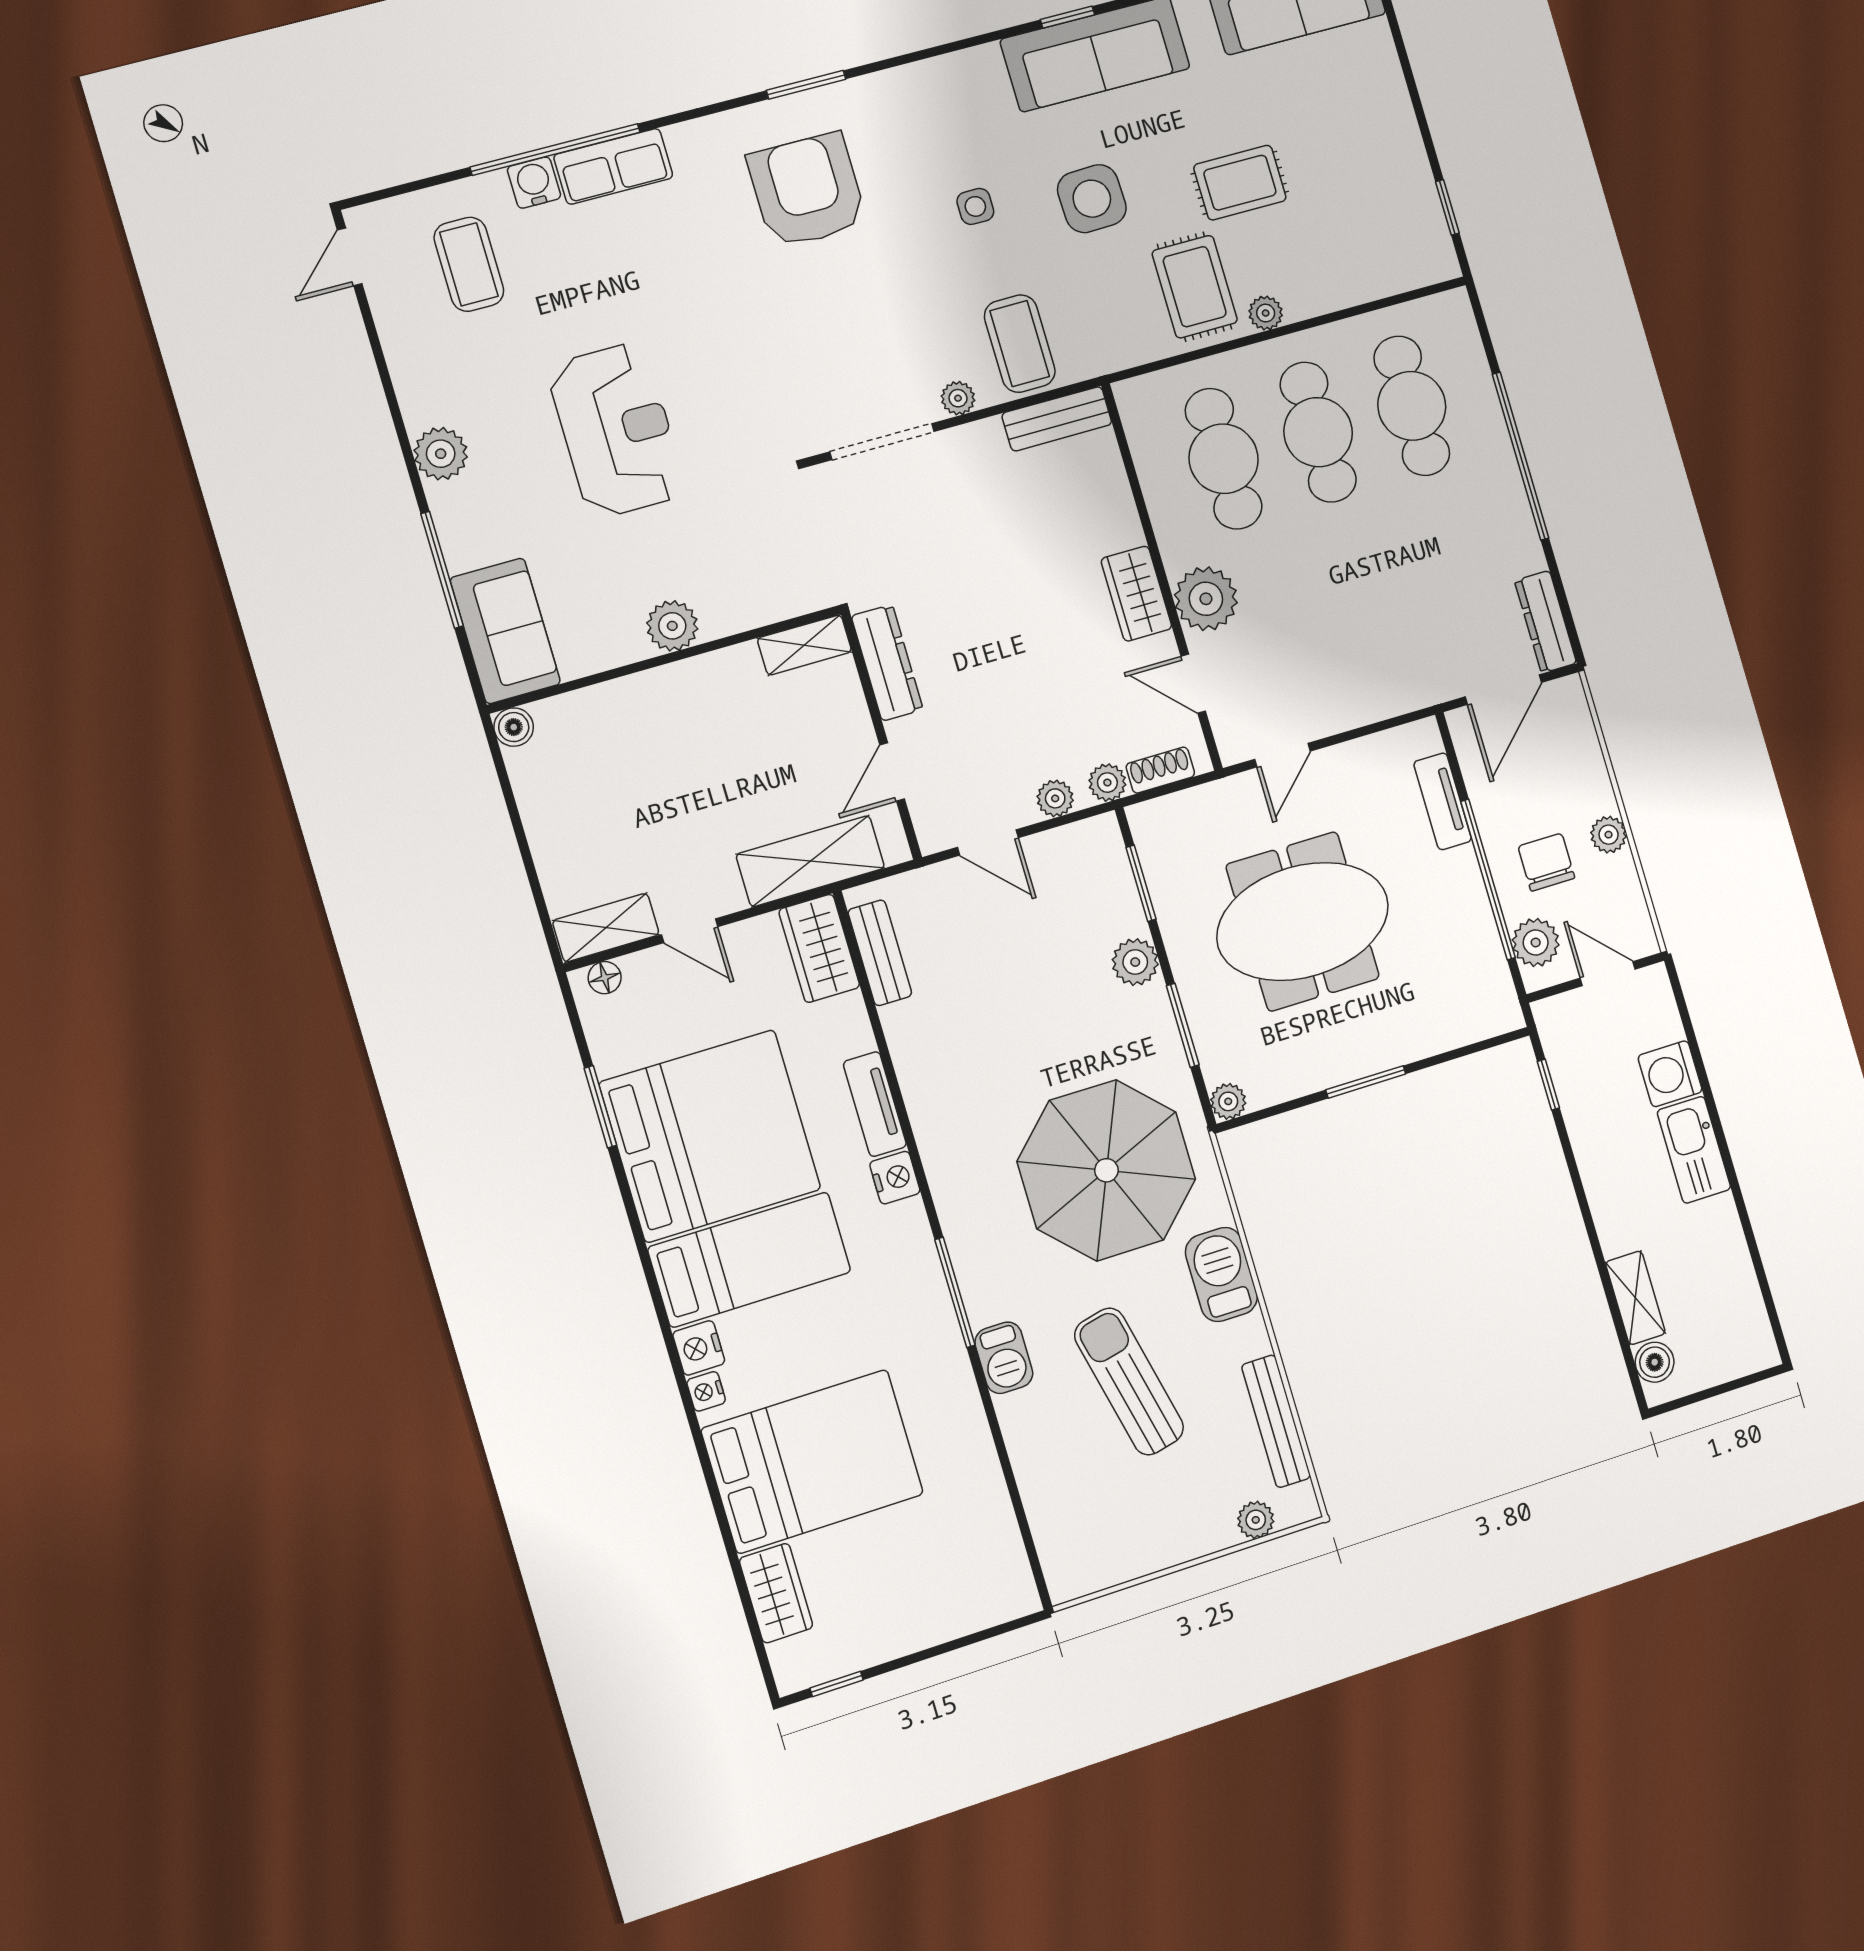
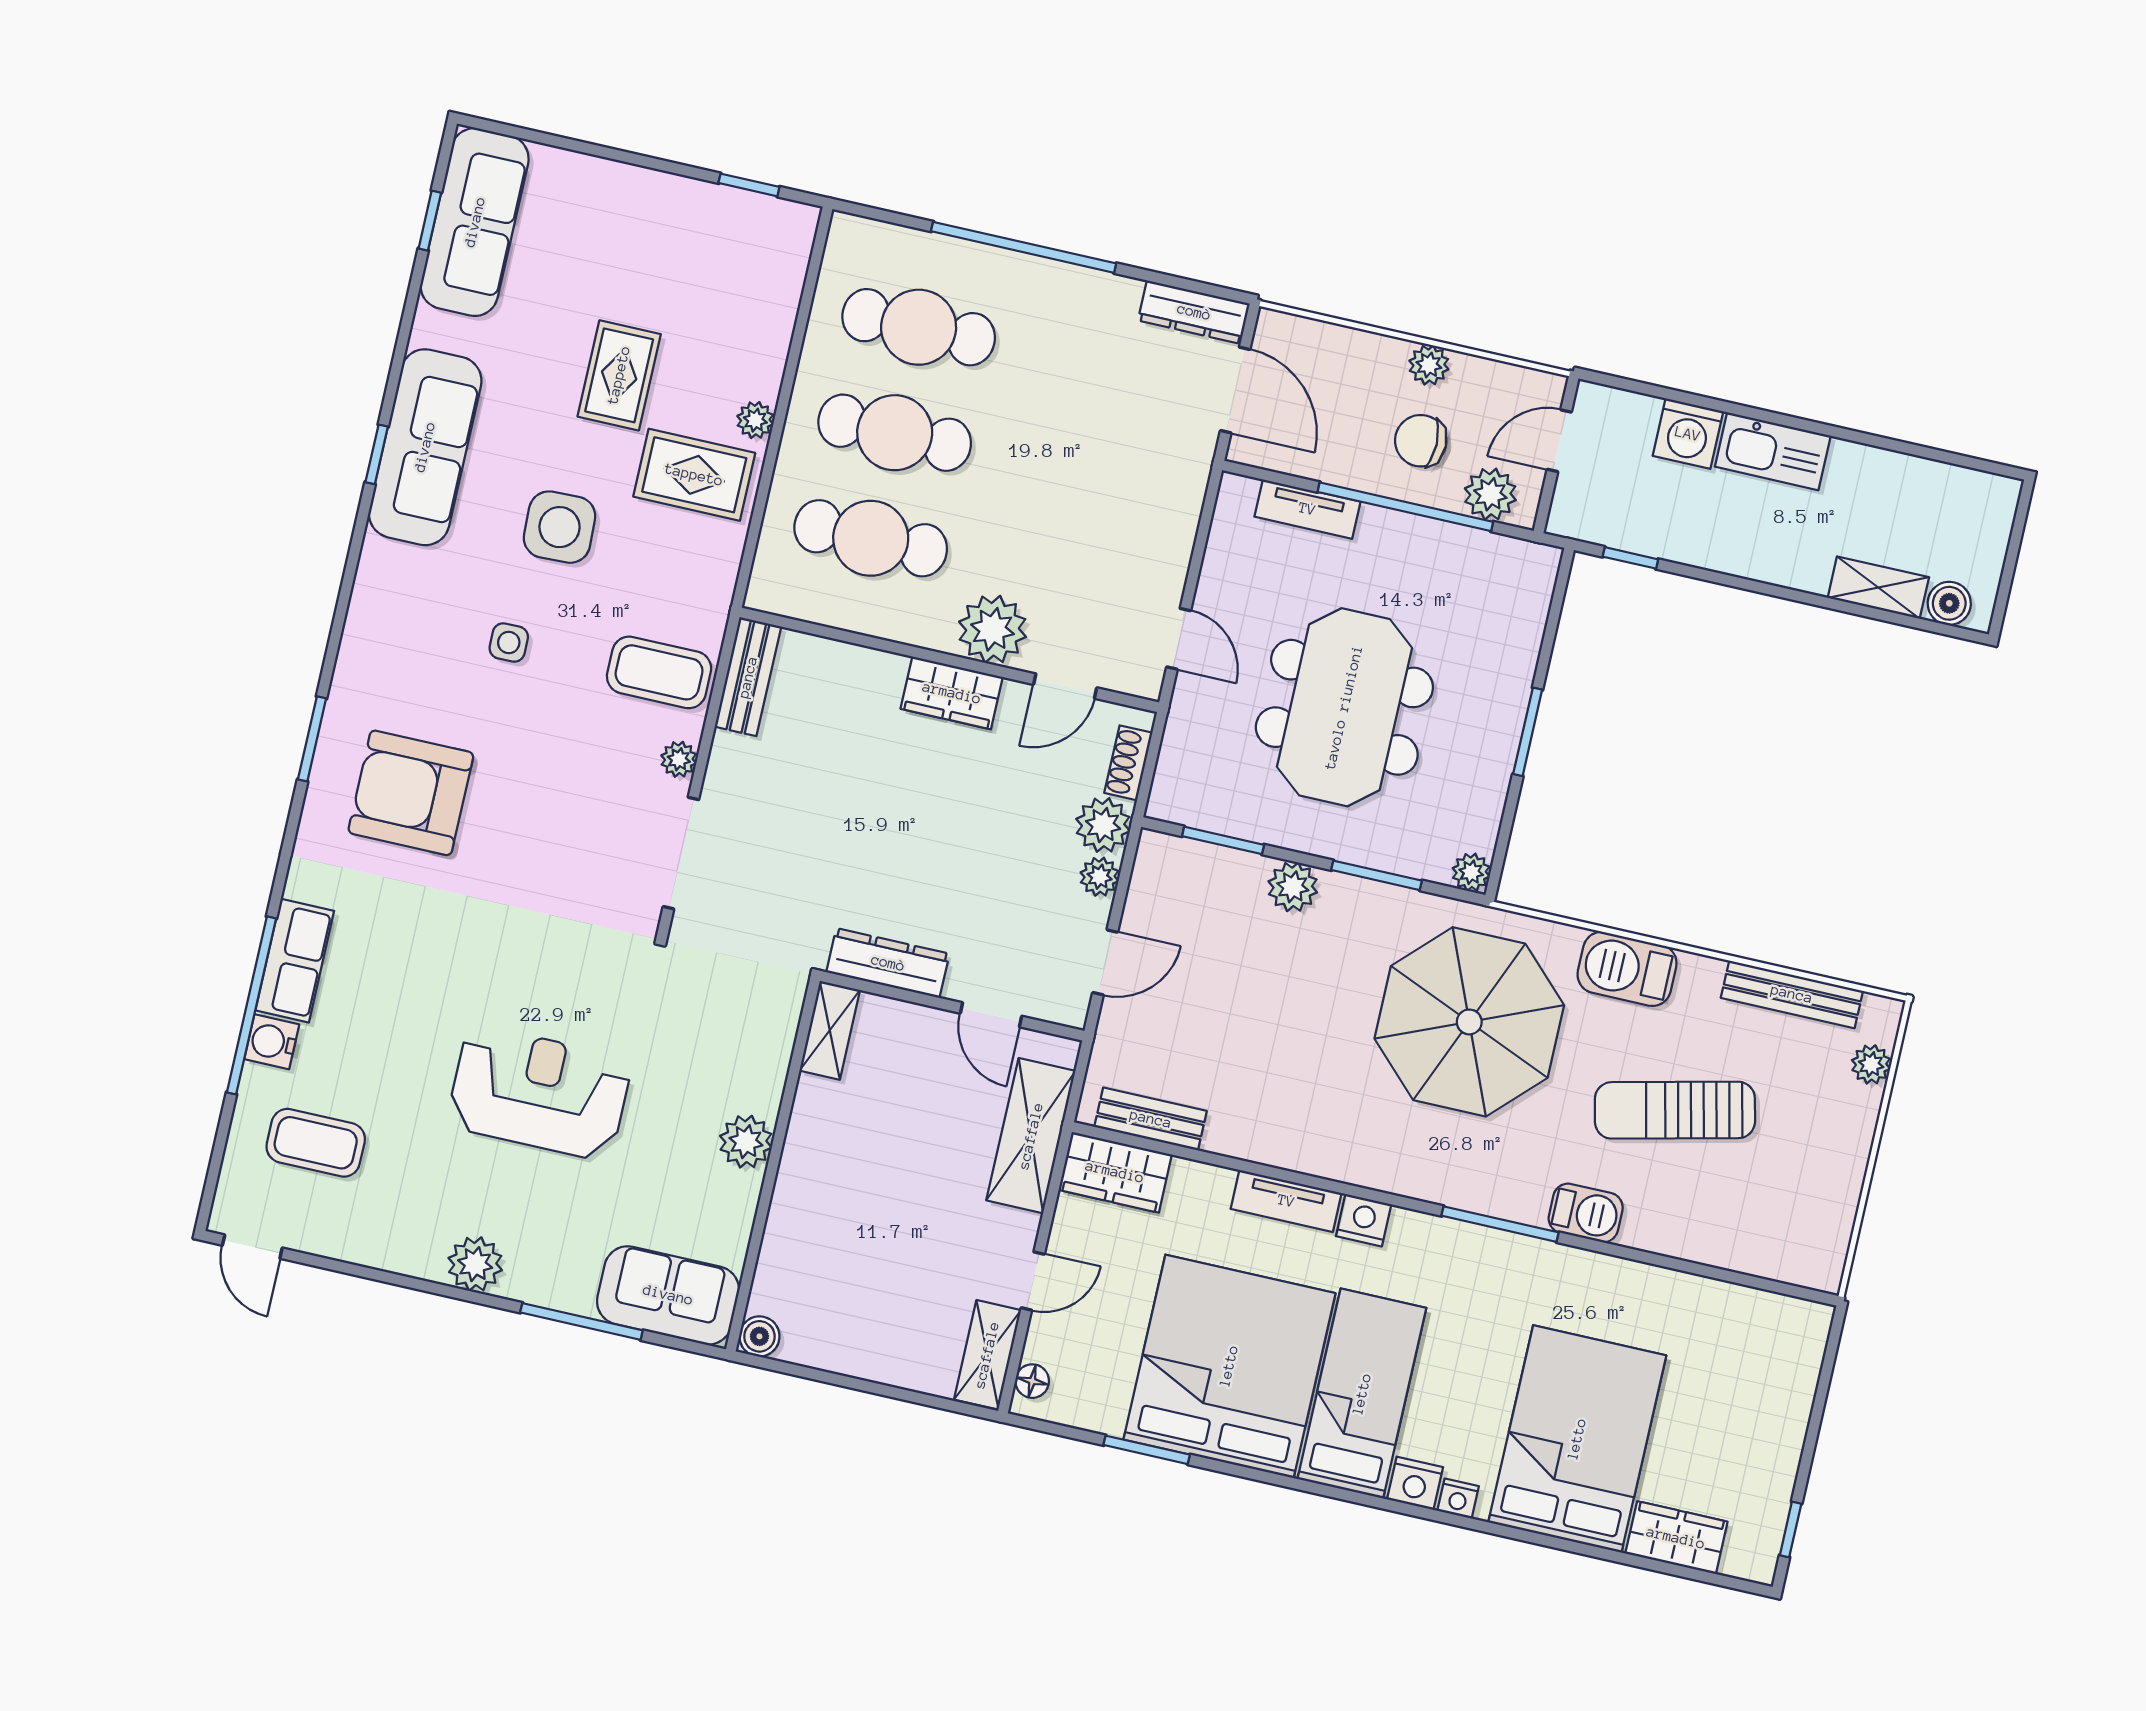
plant: (1107, 783) -> (1103, 825), width x1.38, depth x1.38

